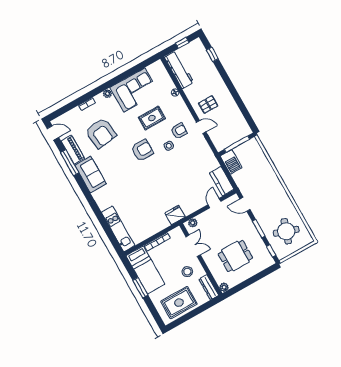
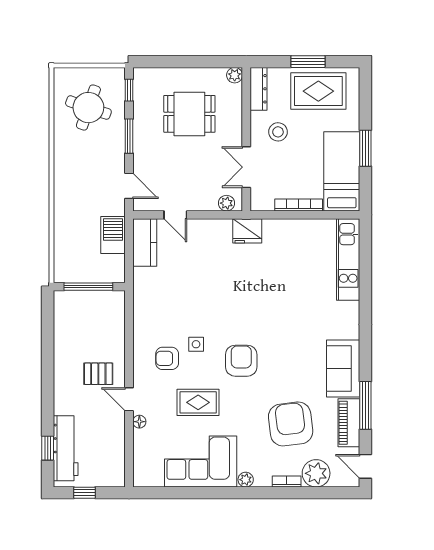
workbench: (179, 70) -> (66, 448), moved, turned 180
plant: (75, 116) -> (316, 473), added
door: (201, 127) -> (129, 399), moved
armchair: (142, 150) -> (241, 361), turned 90
barbecue: (231, 162) -> (113, 235), moved
door: (214, 203) -> (175, 215), hinge flipped
window: (192, 314) -> (308, 62), added

